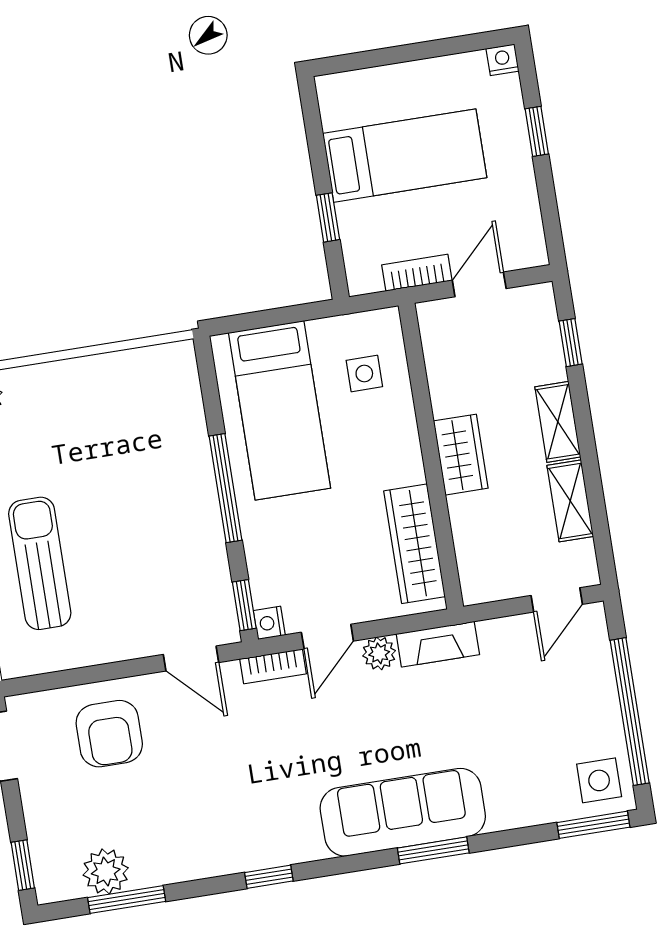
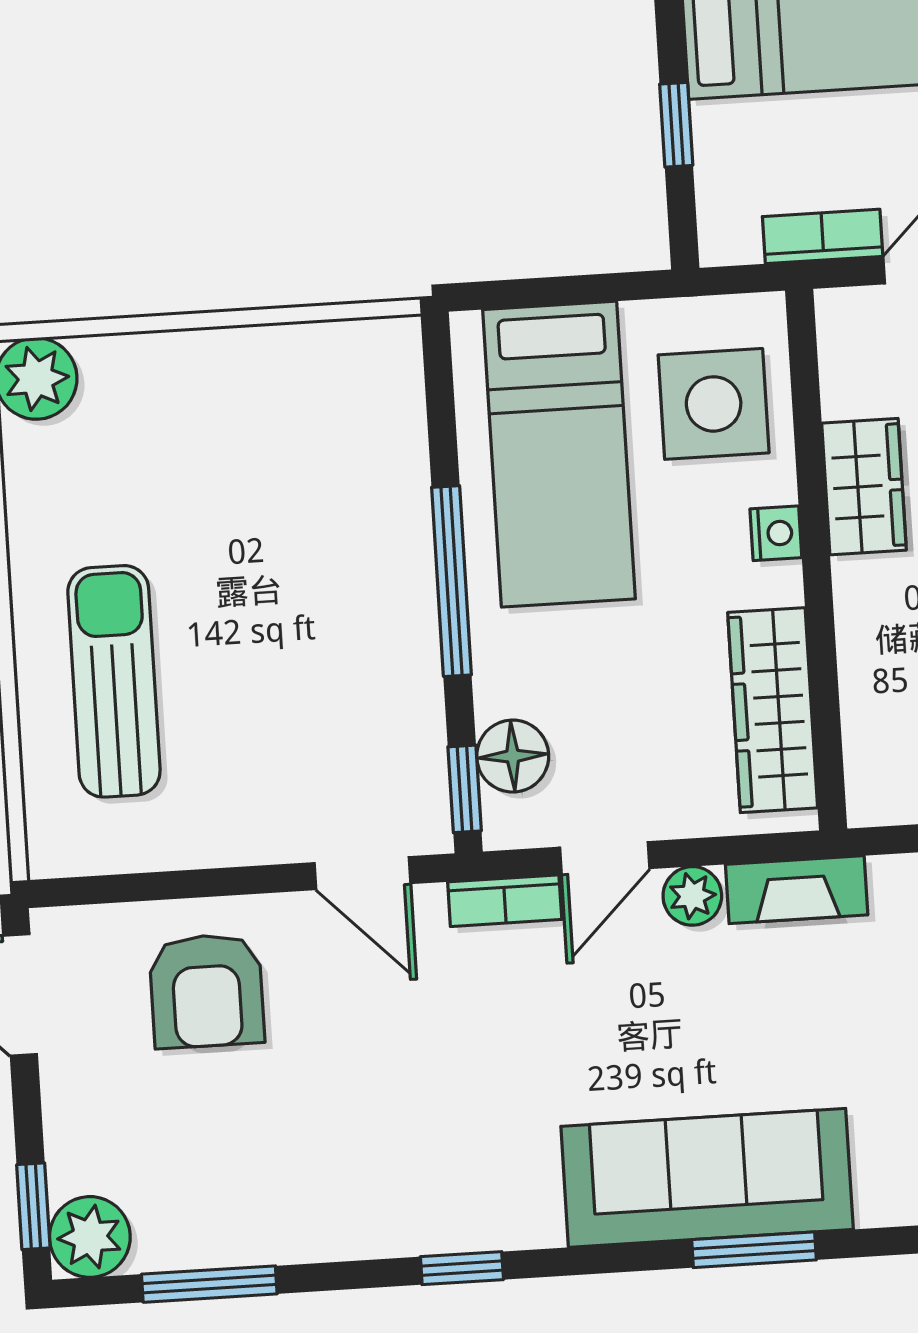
side table: (364, 374) -> (714, 404), width x1.87, depth x1.87
wardrobe: (461, 455) -> (864, 487), moved
floor lamp: (270, 584) -> (513, 756), added
nightstand: (269, 623) -> (776, 533), moved, turned 180
plant: (106, 871) -> (90, 1237), moved

